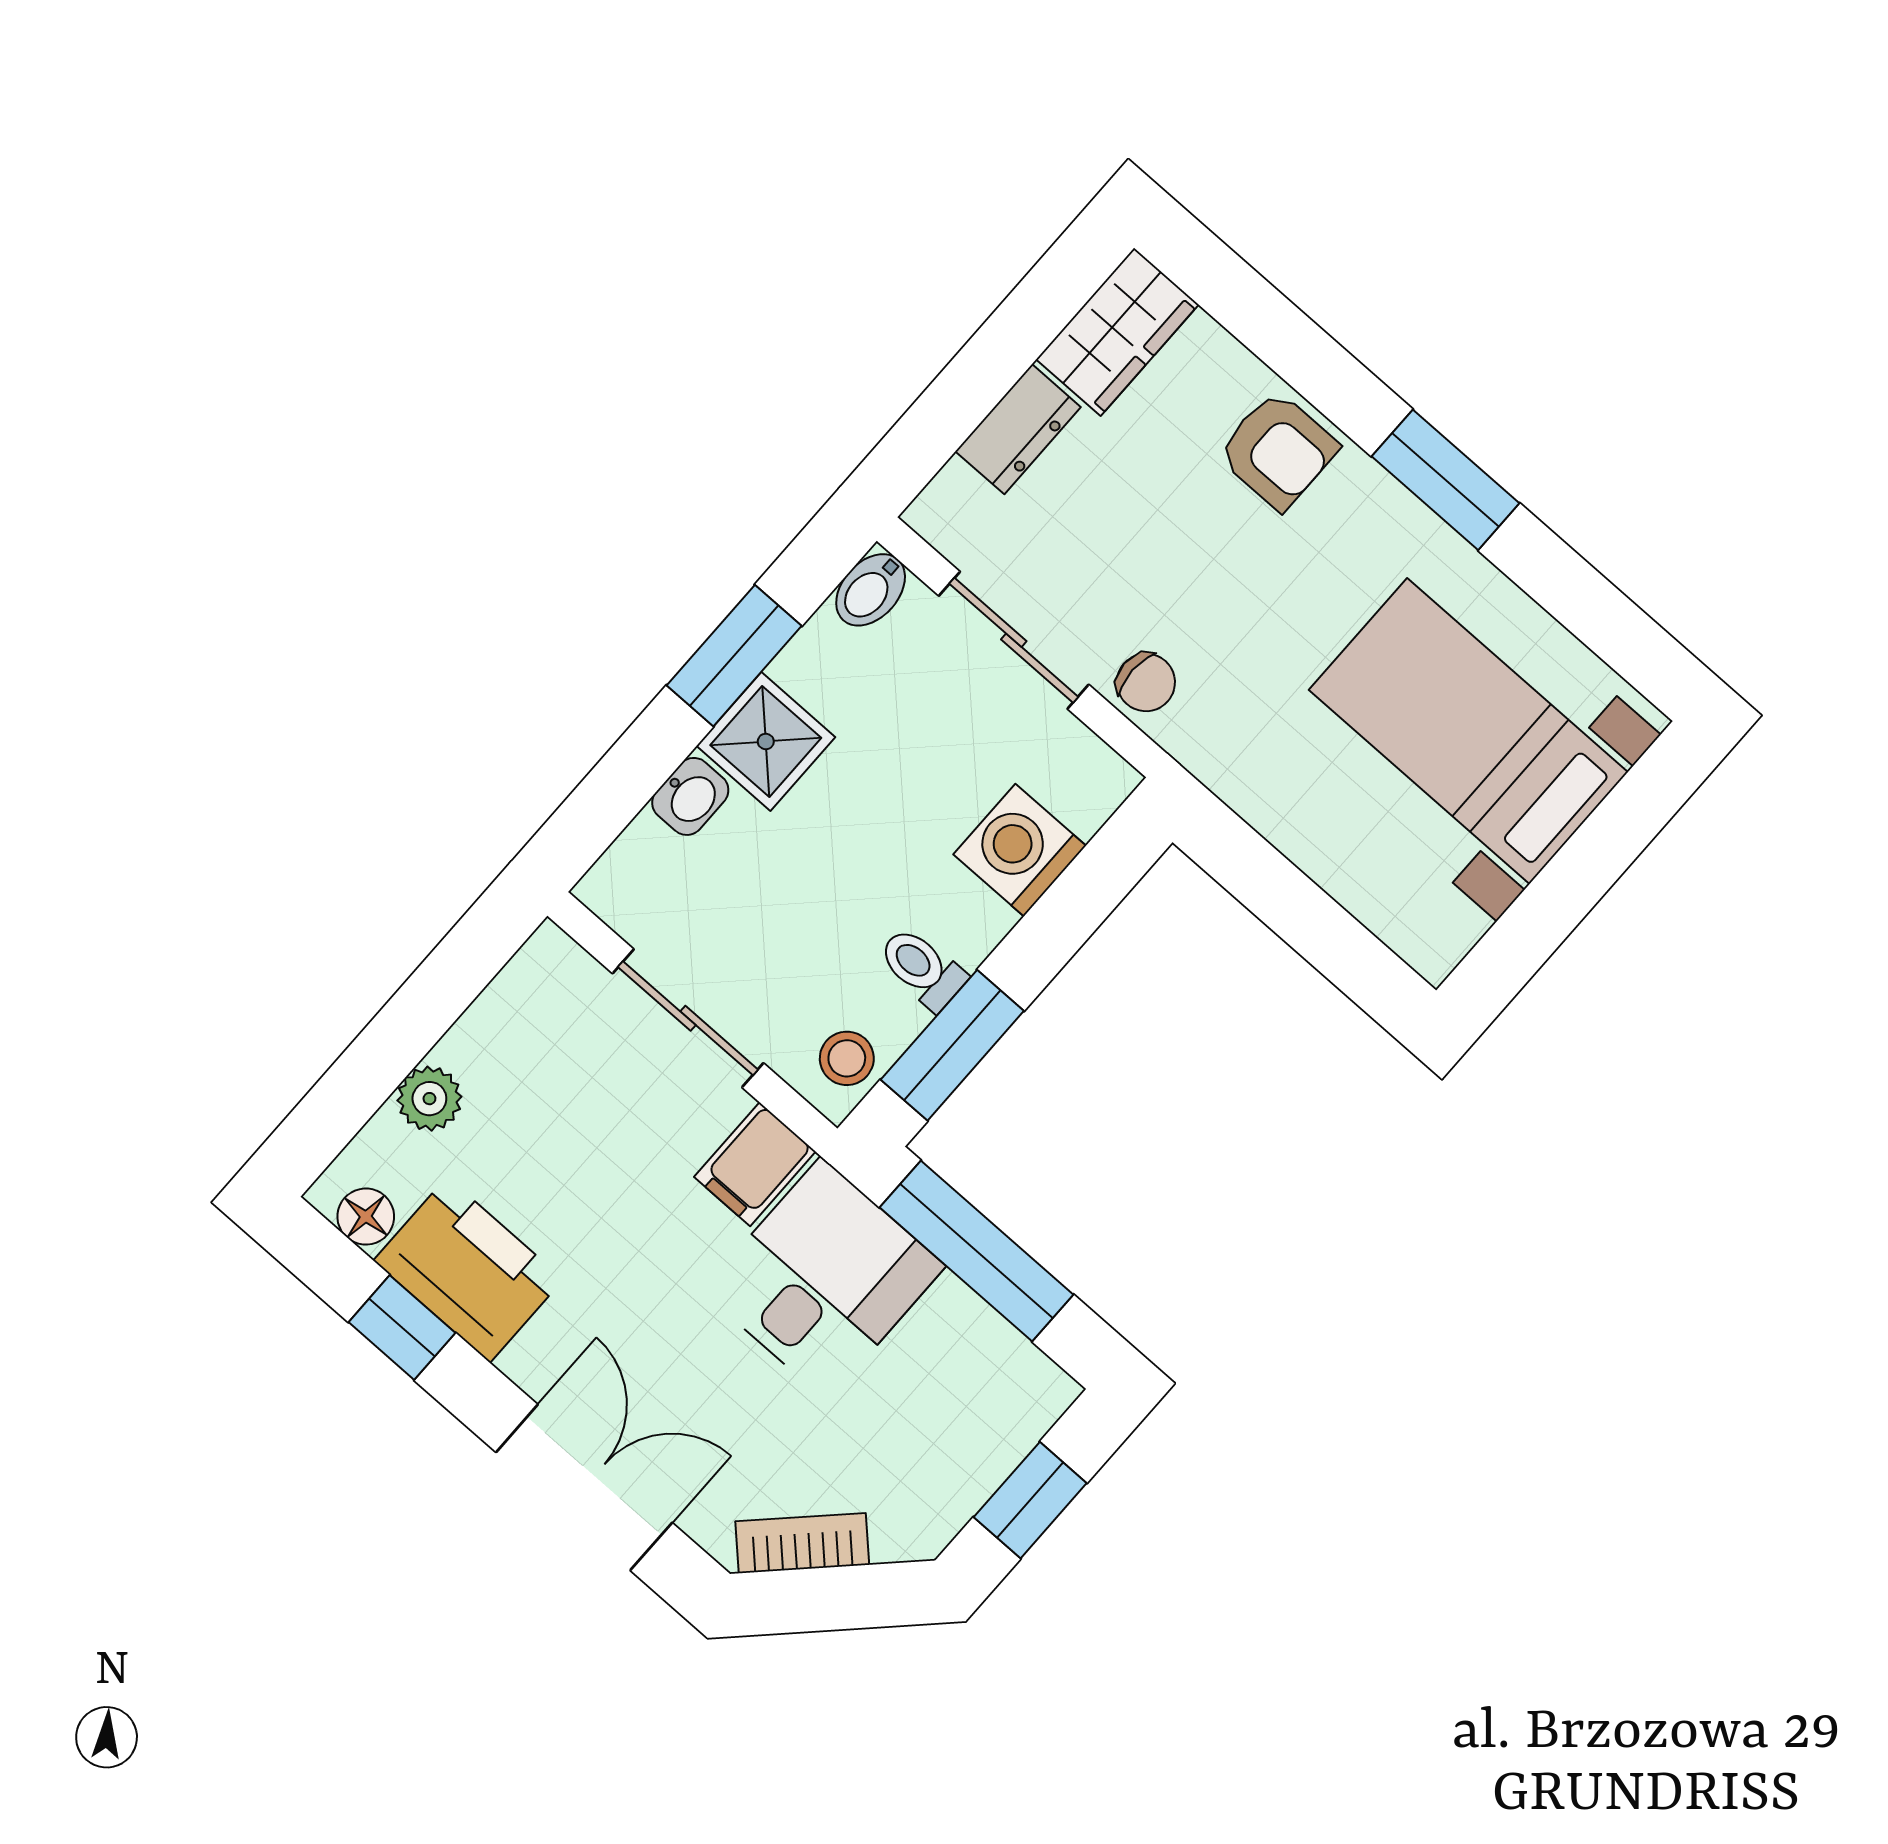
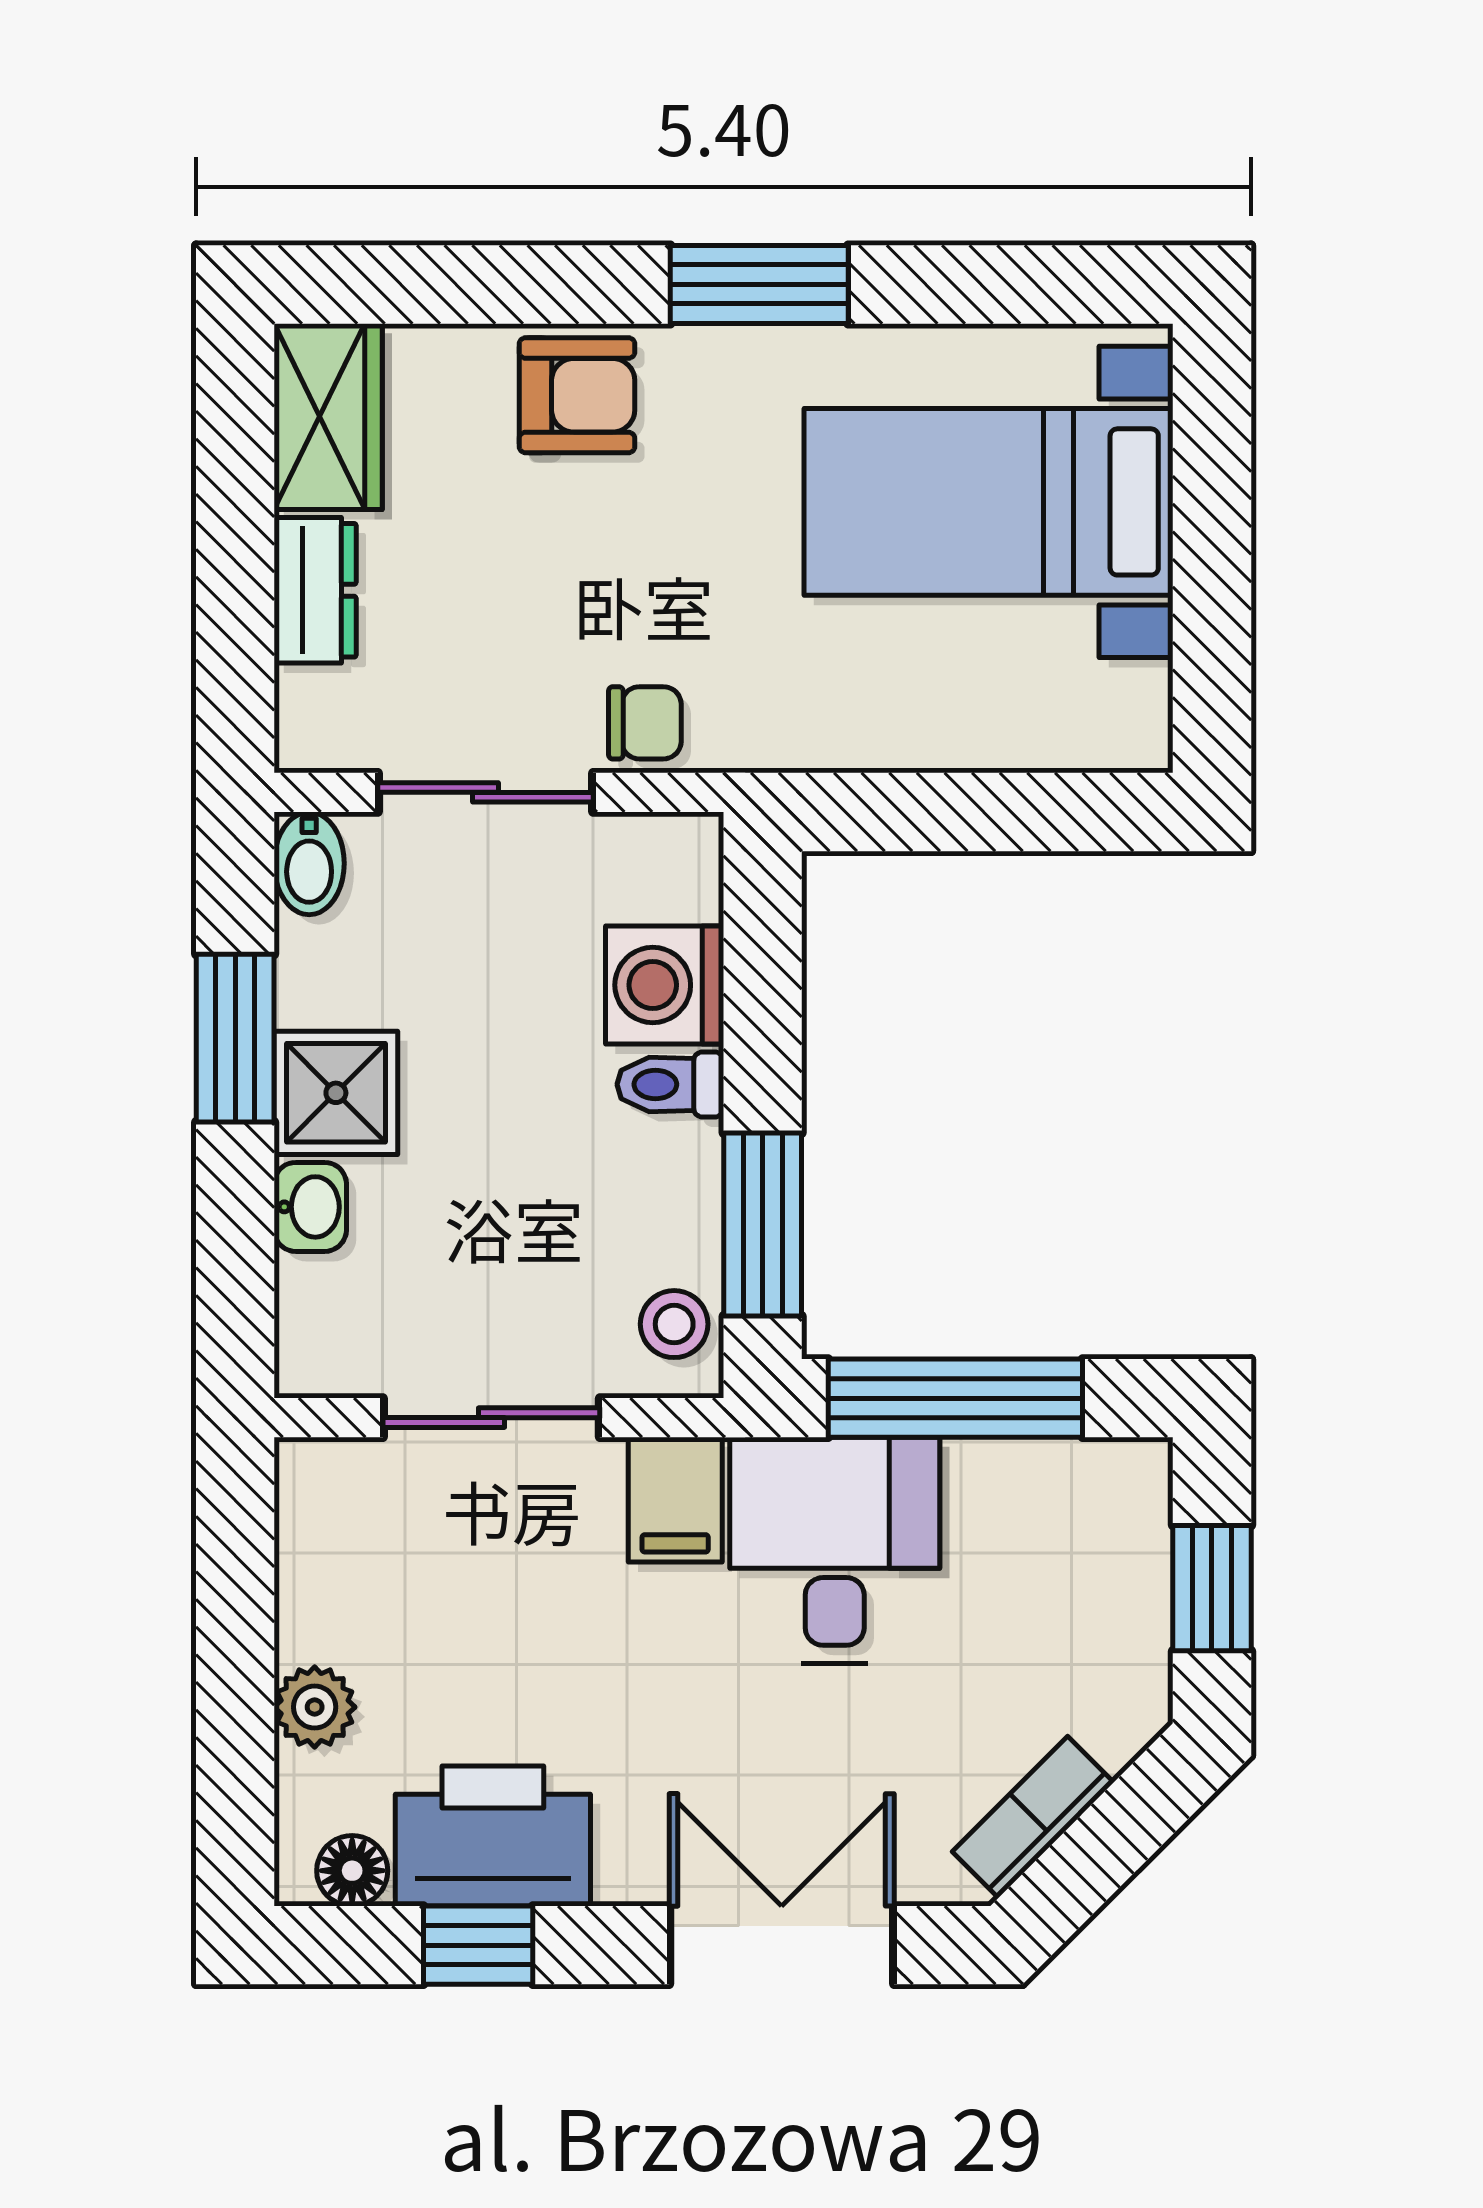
toilet: (922, 968) -> (670, 1084), moved

